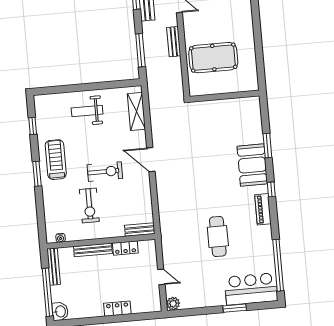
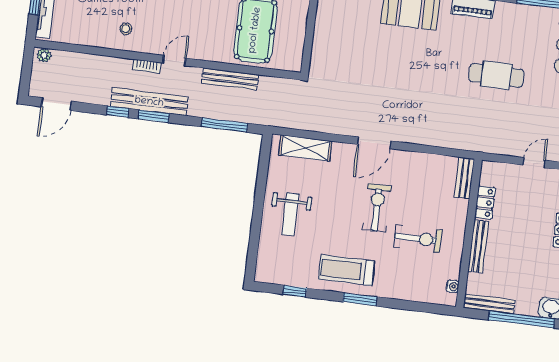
bench: (174, 42) -> (230, 79), width x1.36

